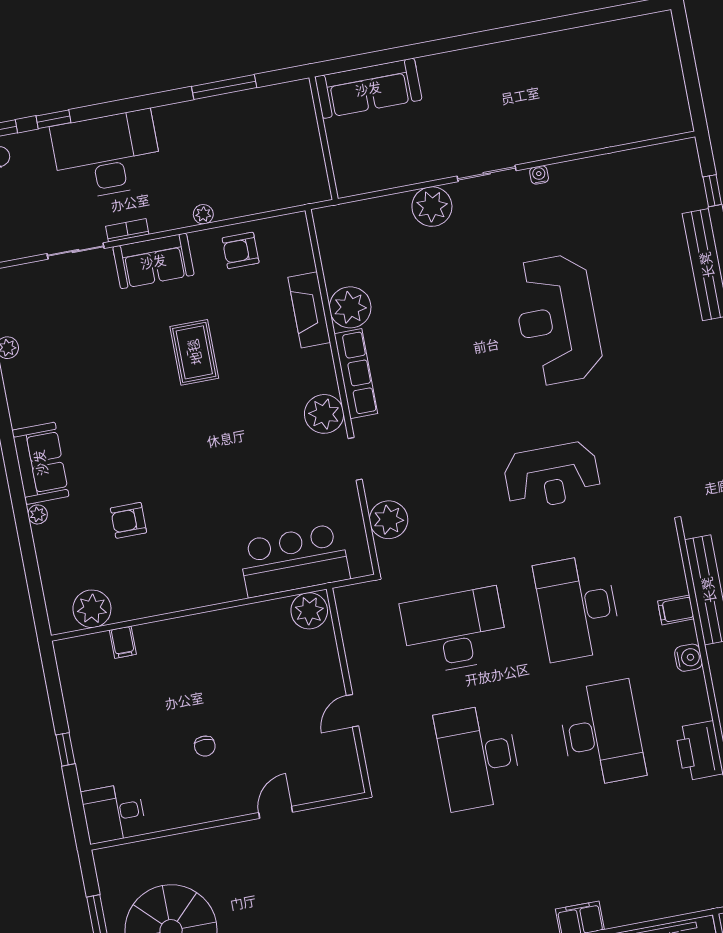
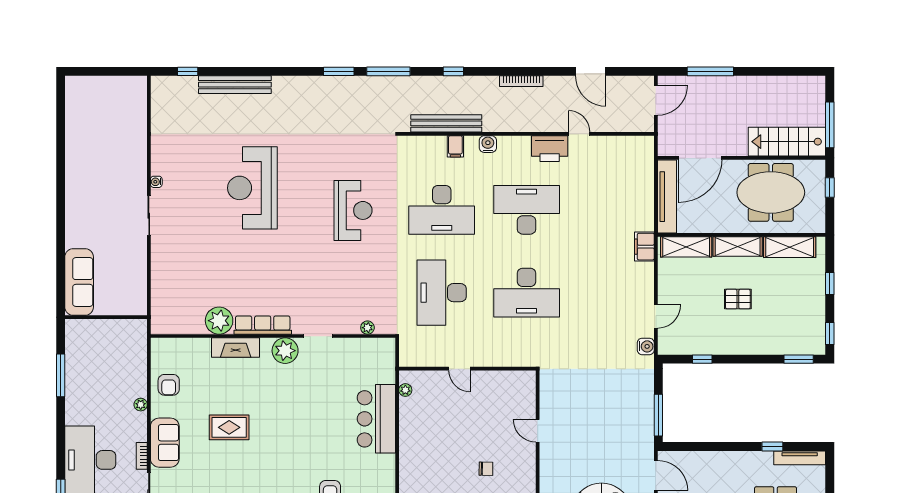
plant: (432, 207) -> (164, 255), removed
fireplace: (309, 310) -> (236, 348), moved
reception desk: (557, 320) -> (252, 188), turned 90
plant: (389, 520) -> (367, 328), width x0.53, depth x0.53
bar counter: (294, 560) -> (376, 419), moved
plant: (309, 611) -> (405, 390), width x0.53, depth x0.53
door: (353, 711) -> (459, 369), moved

